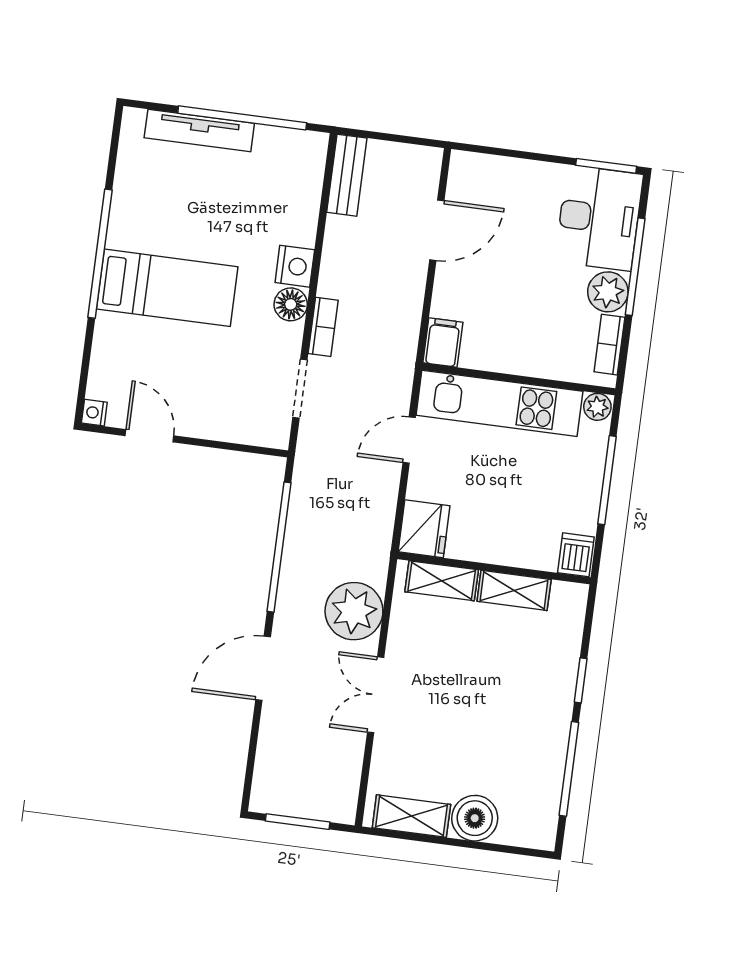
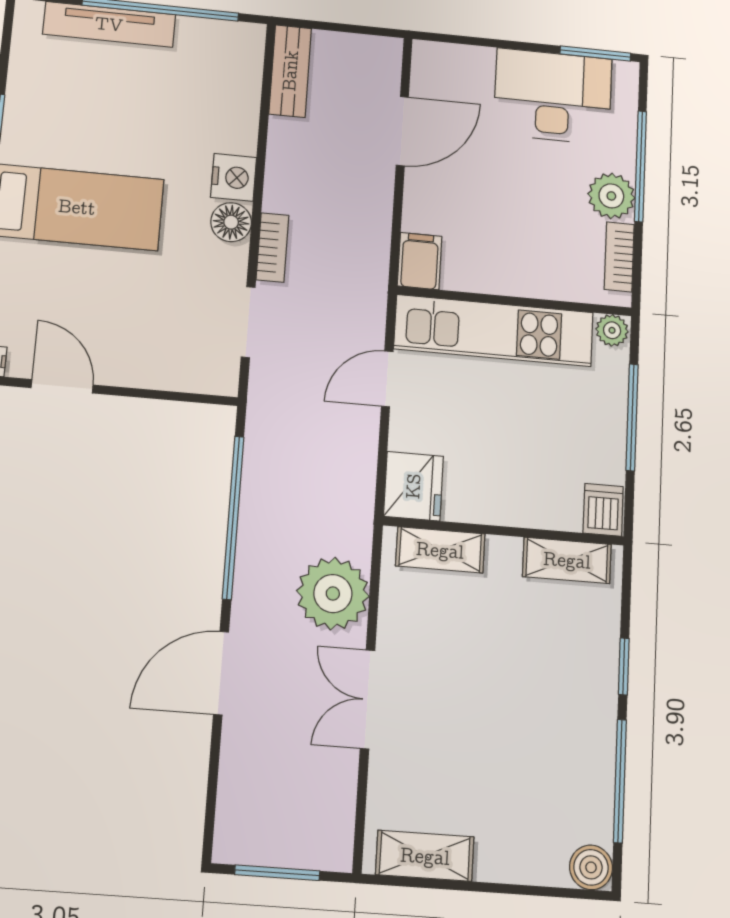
desk: (599, 218) -> (553, 96), moved, turned -90
shelving: (514, 590) -> (567, 560), moved
boiler: (475, 818) -> (591, 867), moved, width x0.73, depth x0.73

